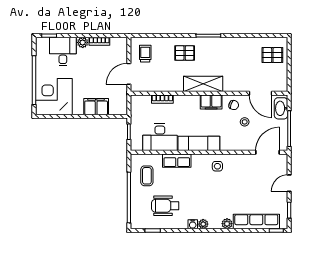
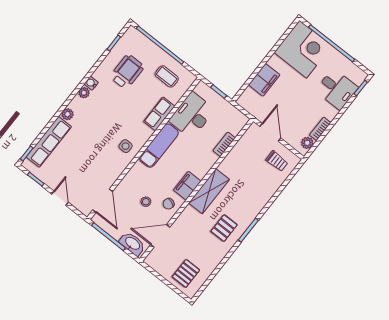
plant: (83, 42) -> (307, 143), moved
pallet: (185, 53) -> (224, 228), moved

